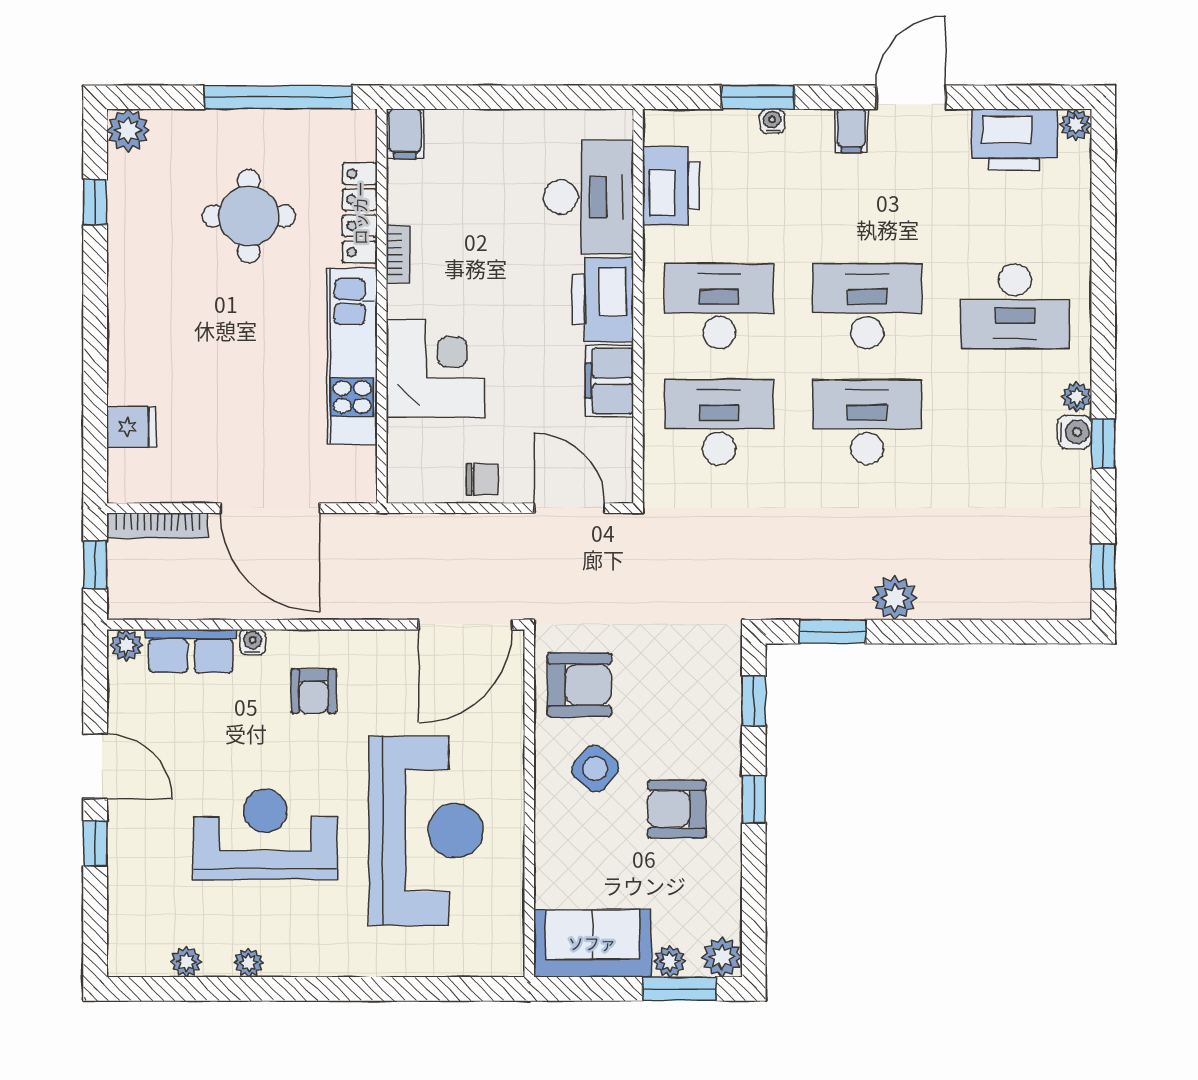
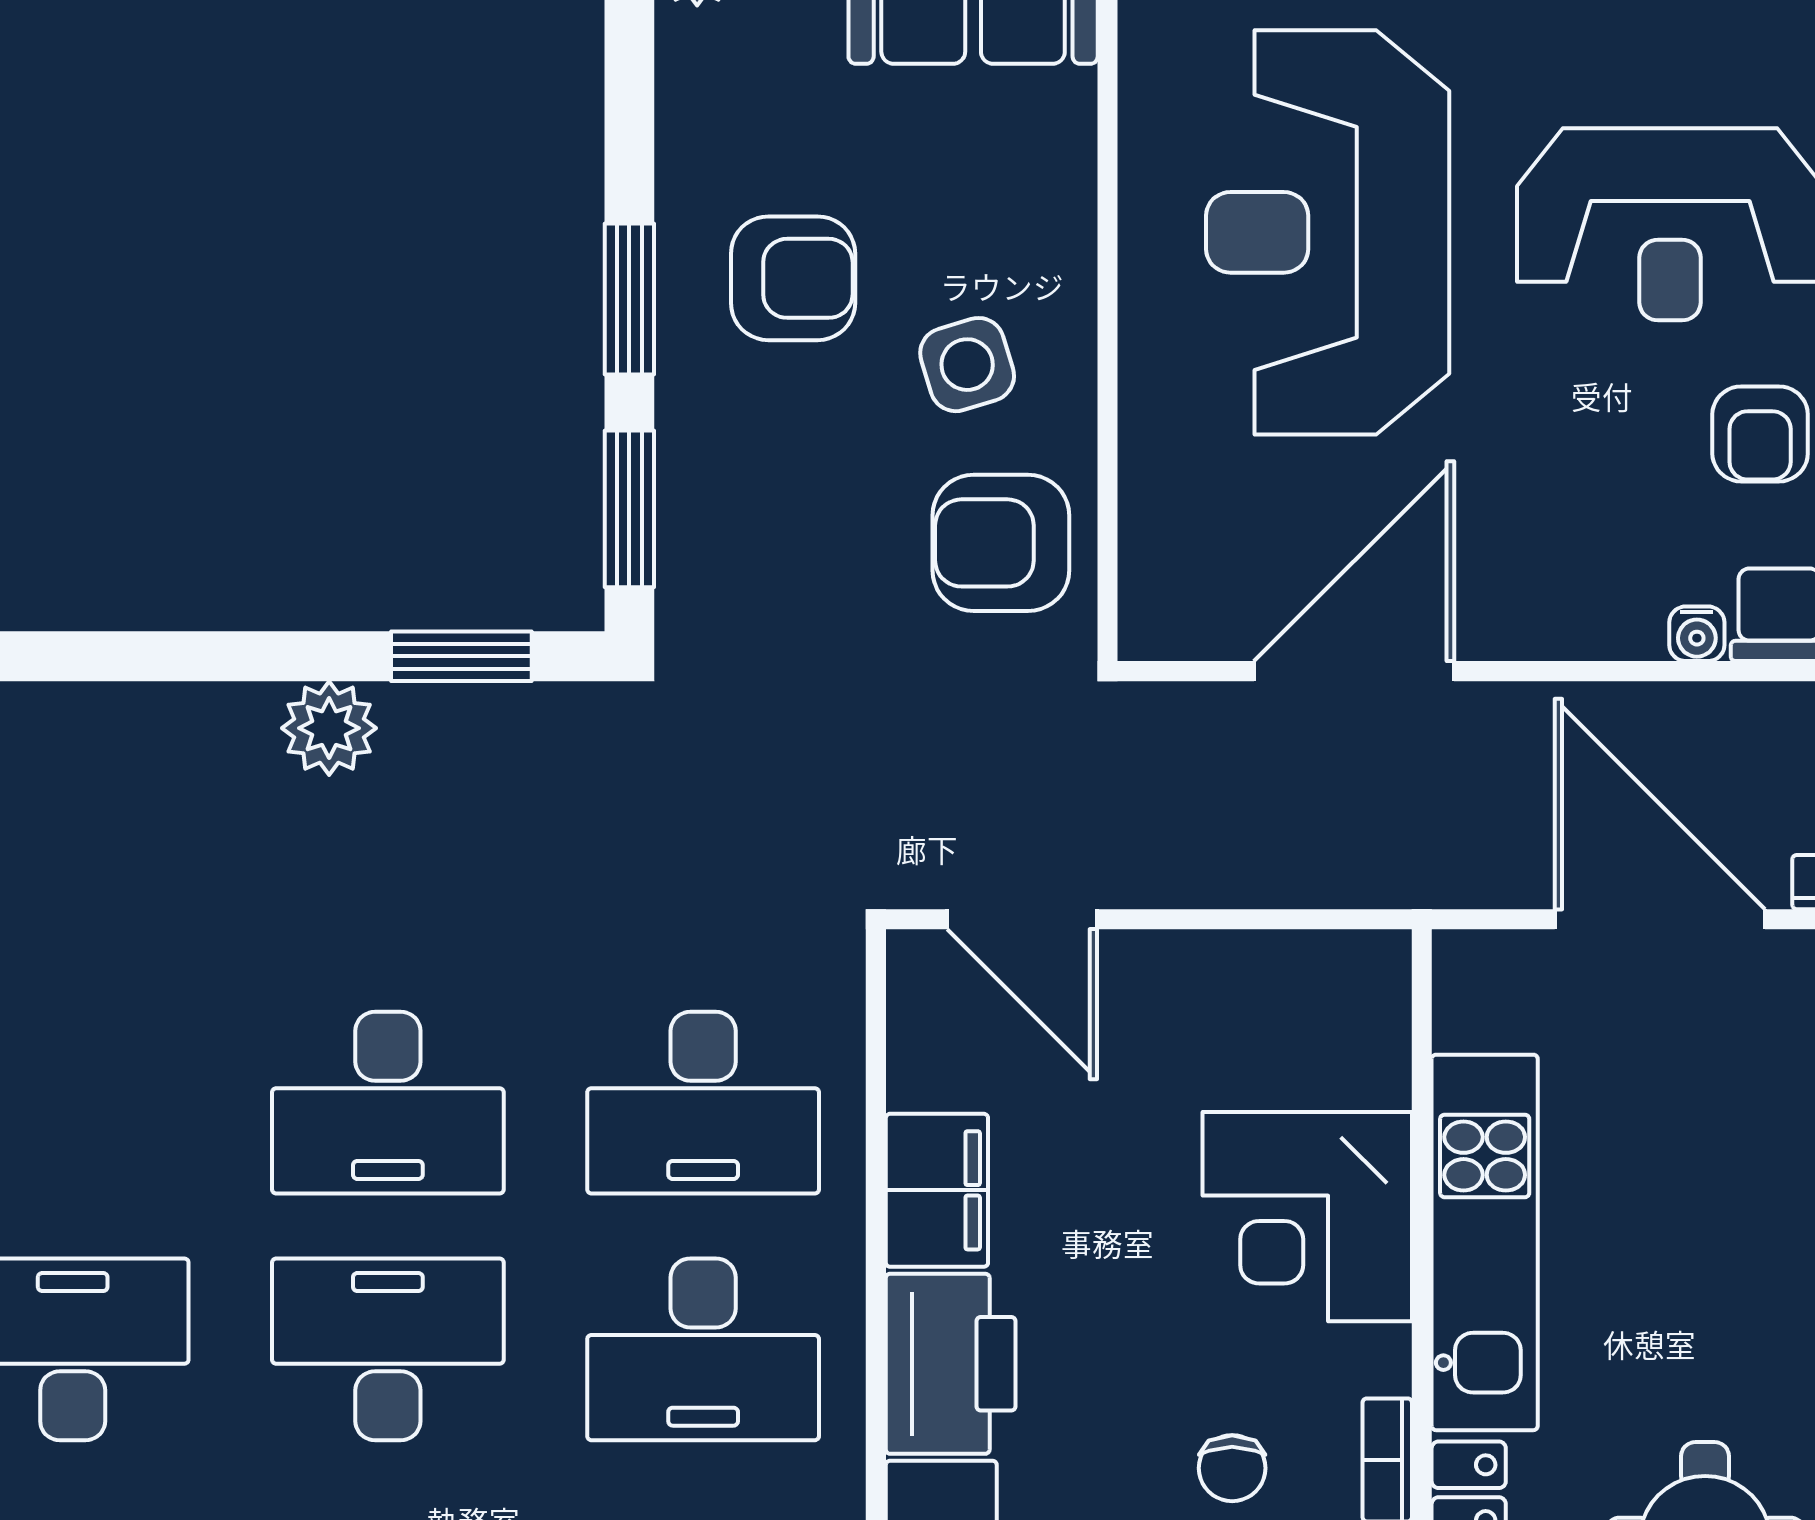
desk: (867, 306) -> (388, 1349), turned 180
chair: (482, 479) -> (1232, 1468), moved, turned -90
door: (465, 625) -> (1354, 671), moved
armchair: (313, 691) -> (1760, 434), moved, turned 180
window: (754, 701) -> (629, 509), width x1.50
side table: (595, 769) -> (967, 365), turned 33
window: (754, 799) -> (629, 299), width x1.50

